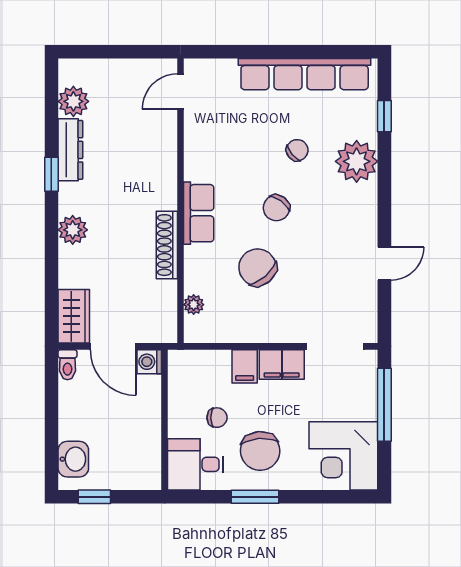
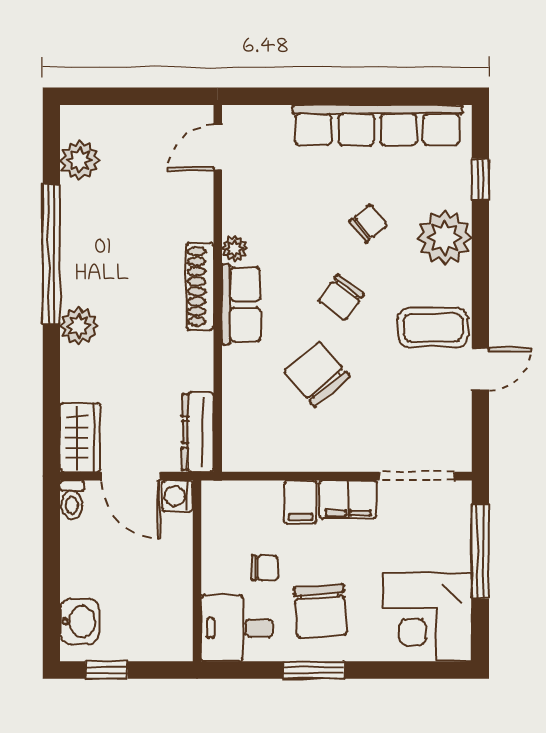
dresser: (70, 150) -> (198, 432), moved, turned 180
window: (51, 174) -> (51, 254), width x3.17
coffee table: (347, 231) -> (433, 327), added
shoe rack: (167, 245) -> (200, 286), moved
plant: (194, 305) -> (235, 248), moved

